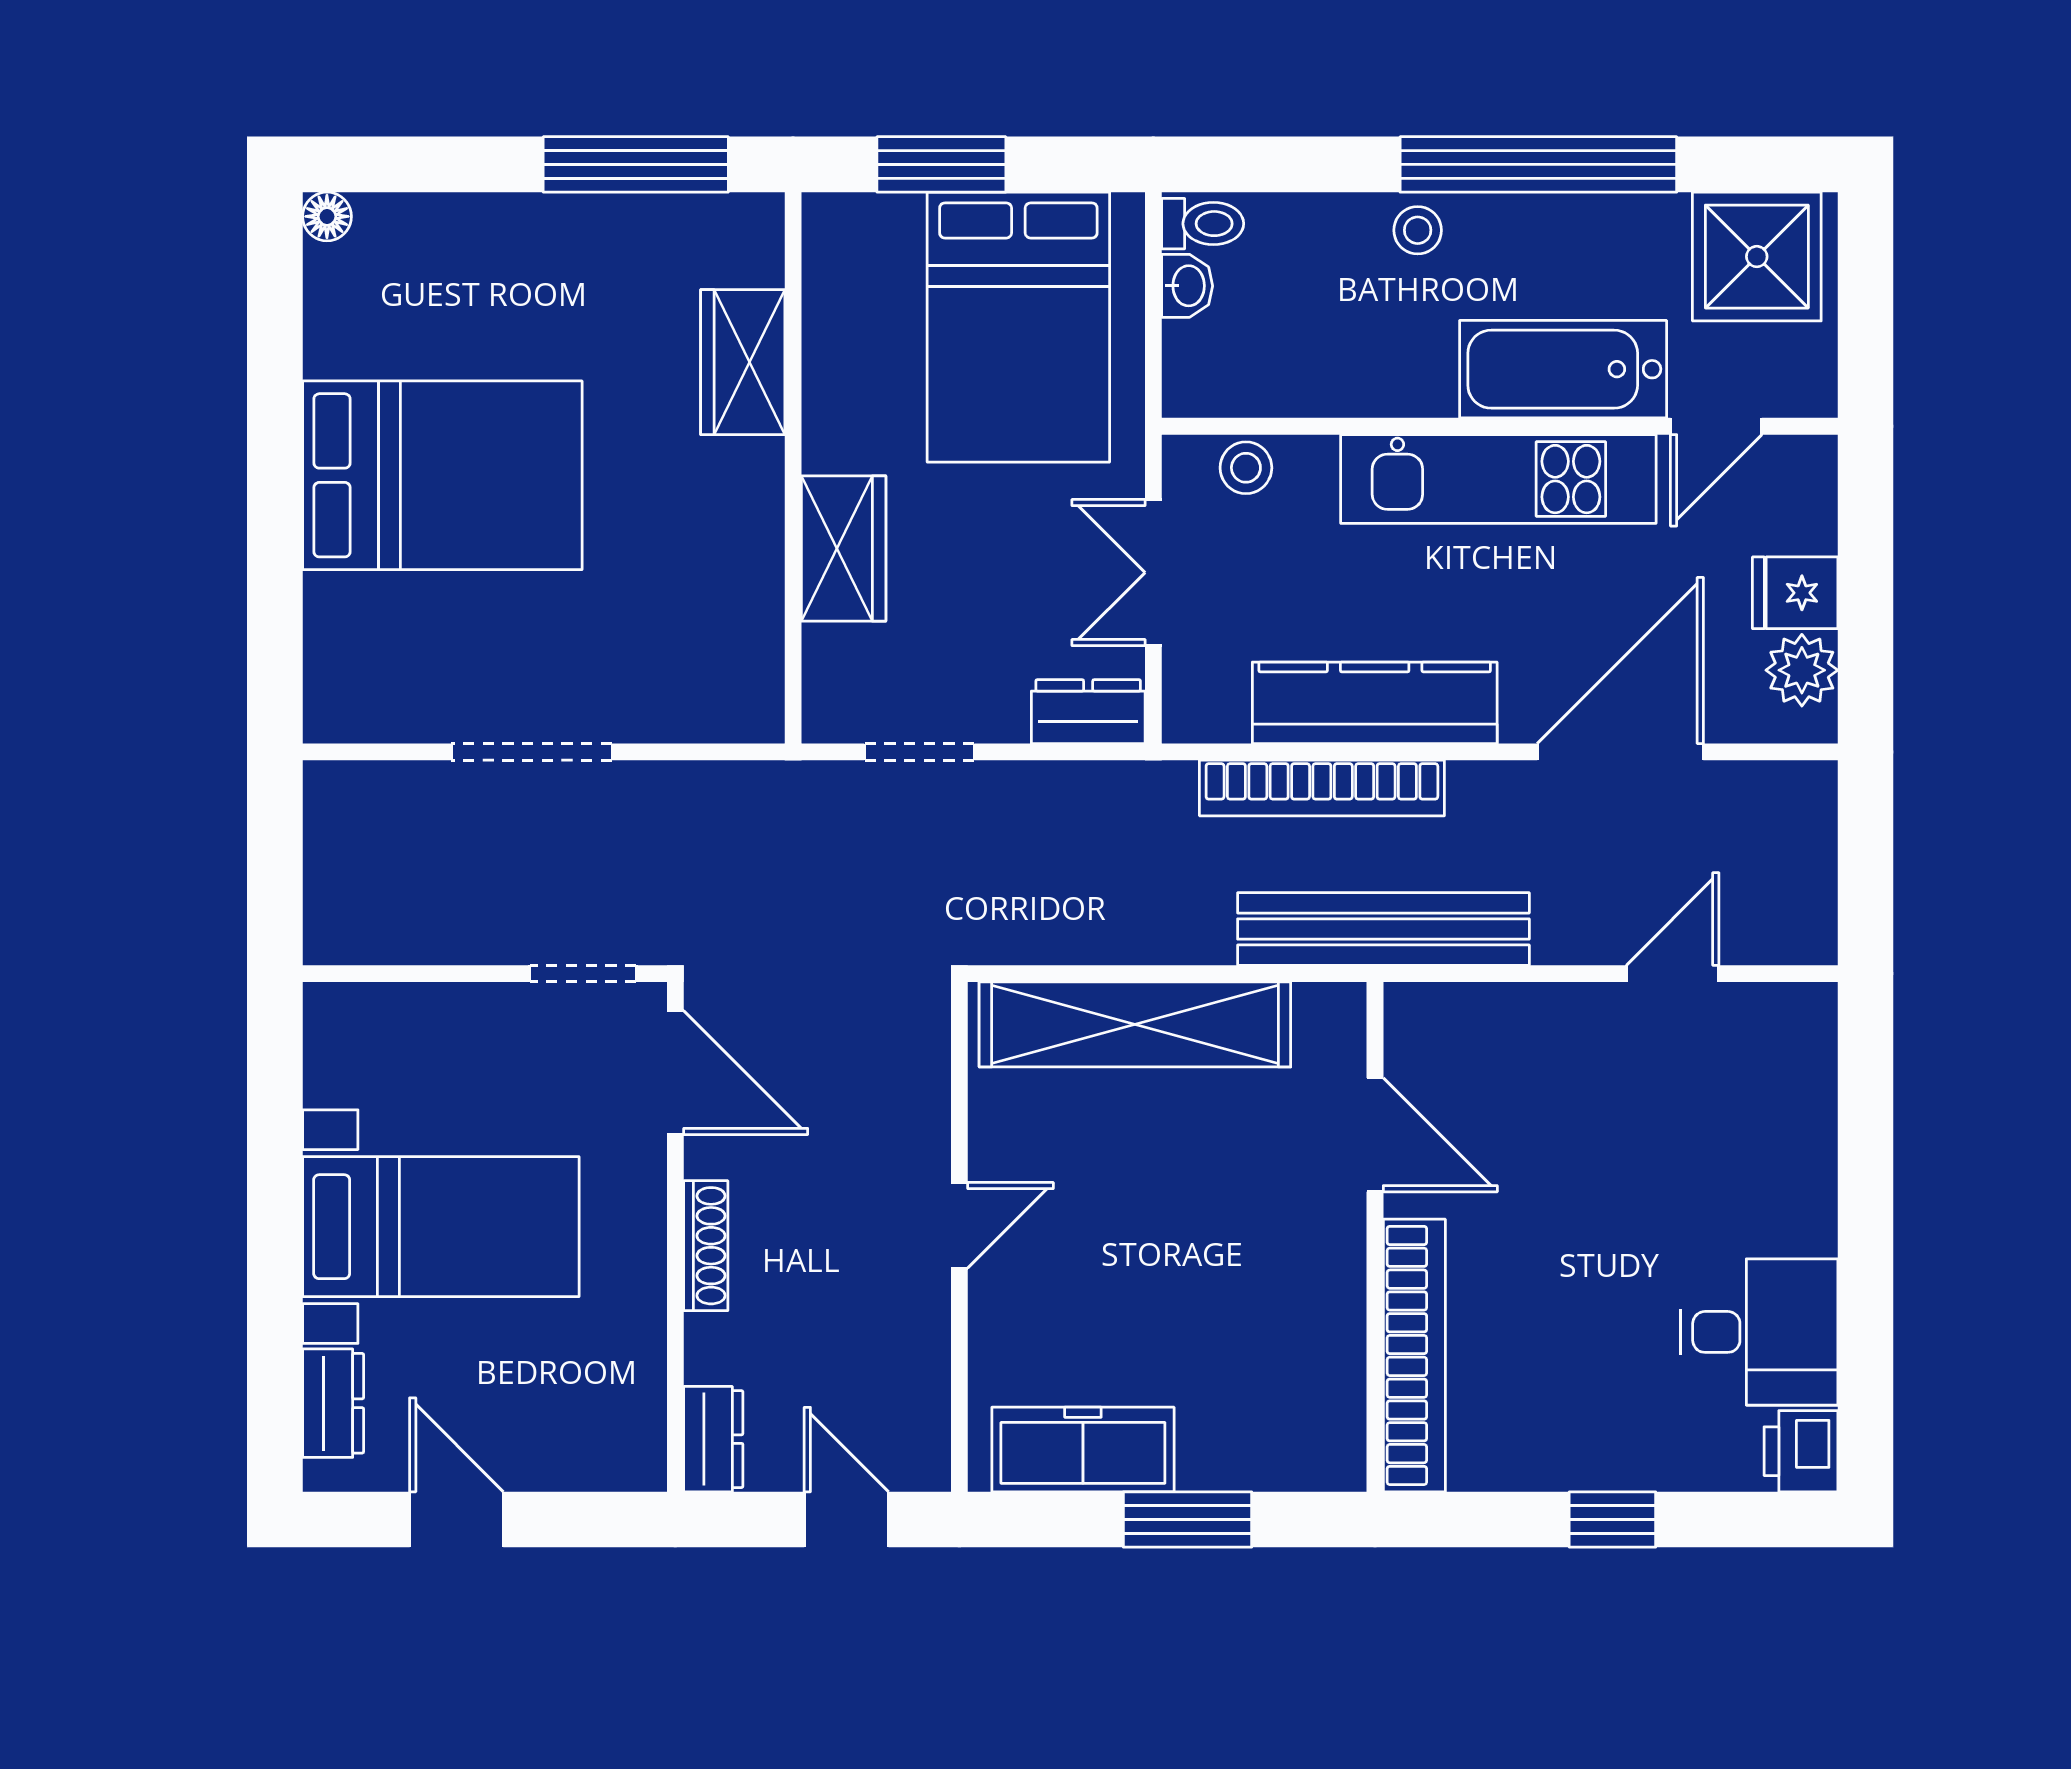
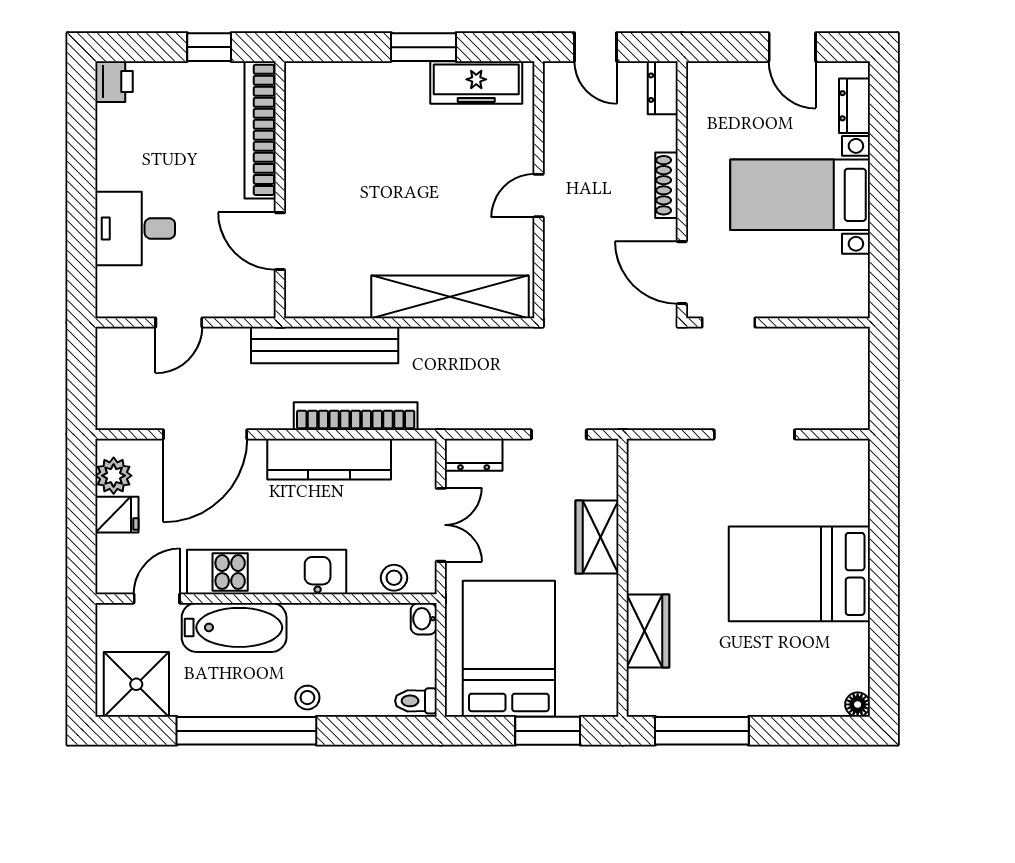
washbasin: (1187, 286) -> (424, 619), moved
door: (1375, 1135) -> (280, 241), moved
wall: (1375, 1237) -> (280, 190), moved
desk: (1759, 1332) -> (135, 228), moved
bookcase: (1414, 1355) -> (260, 130), moved

